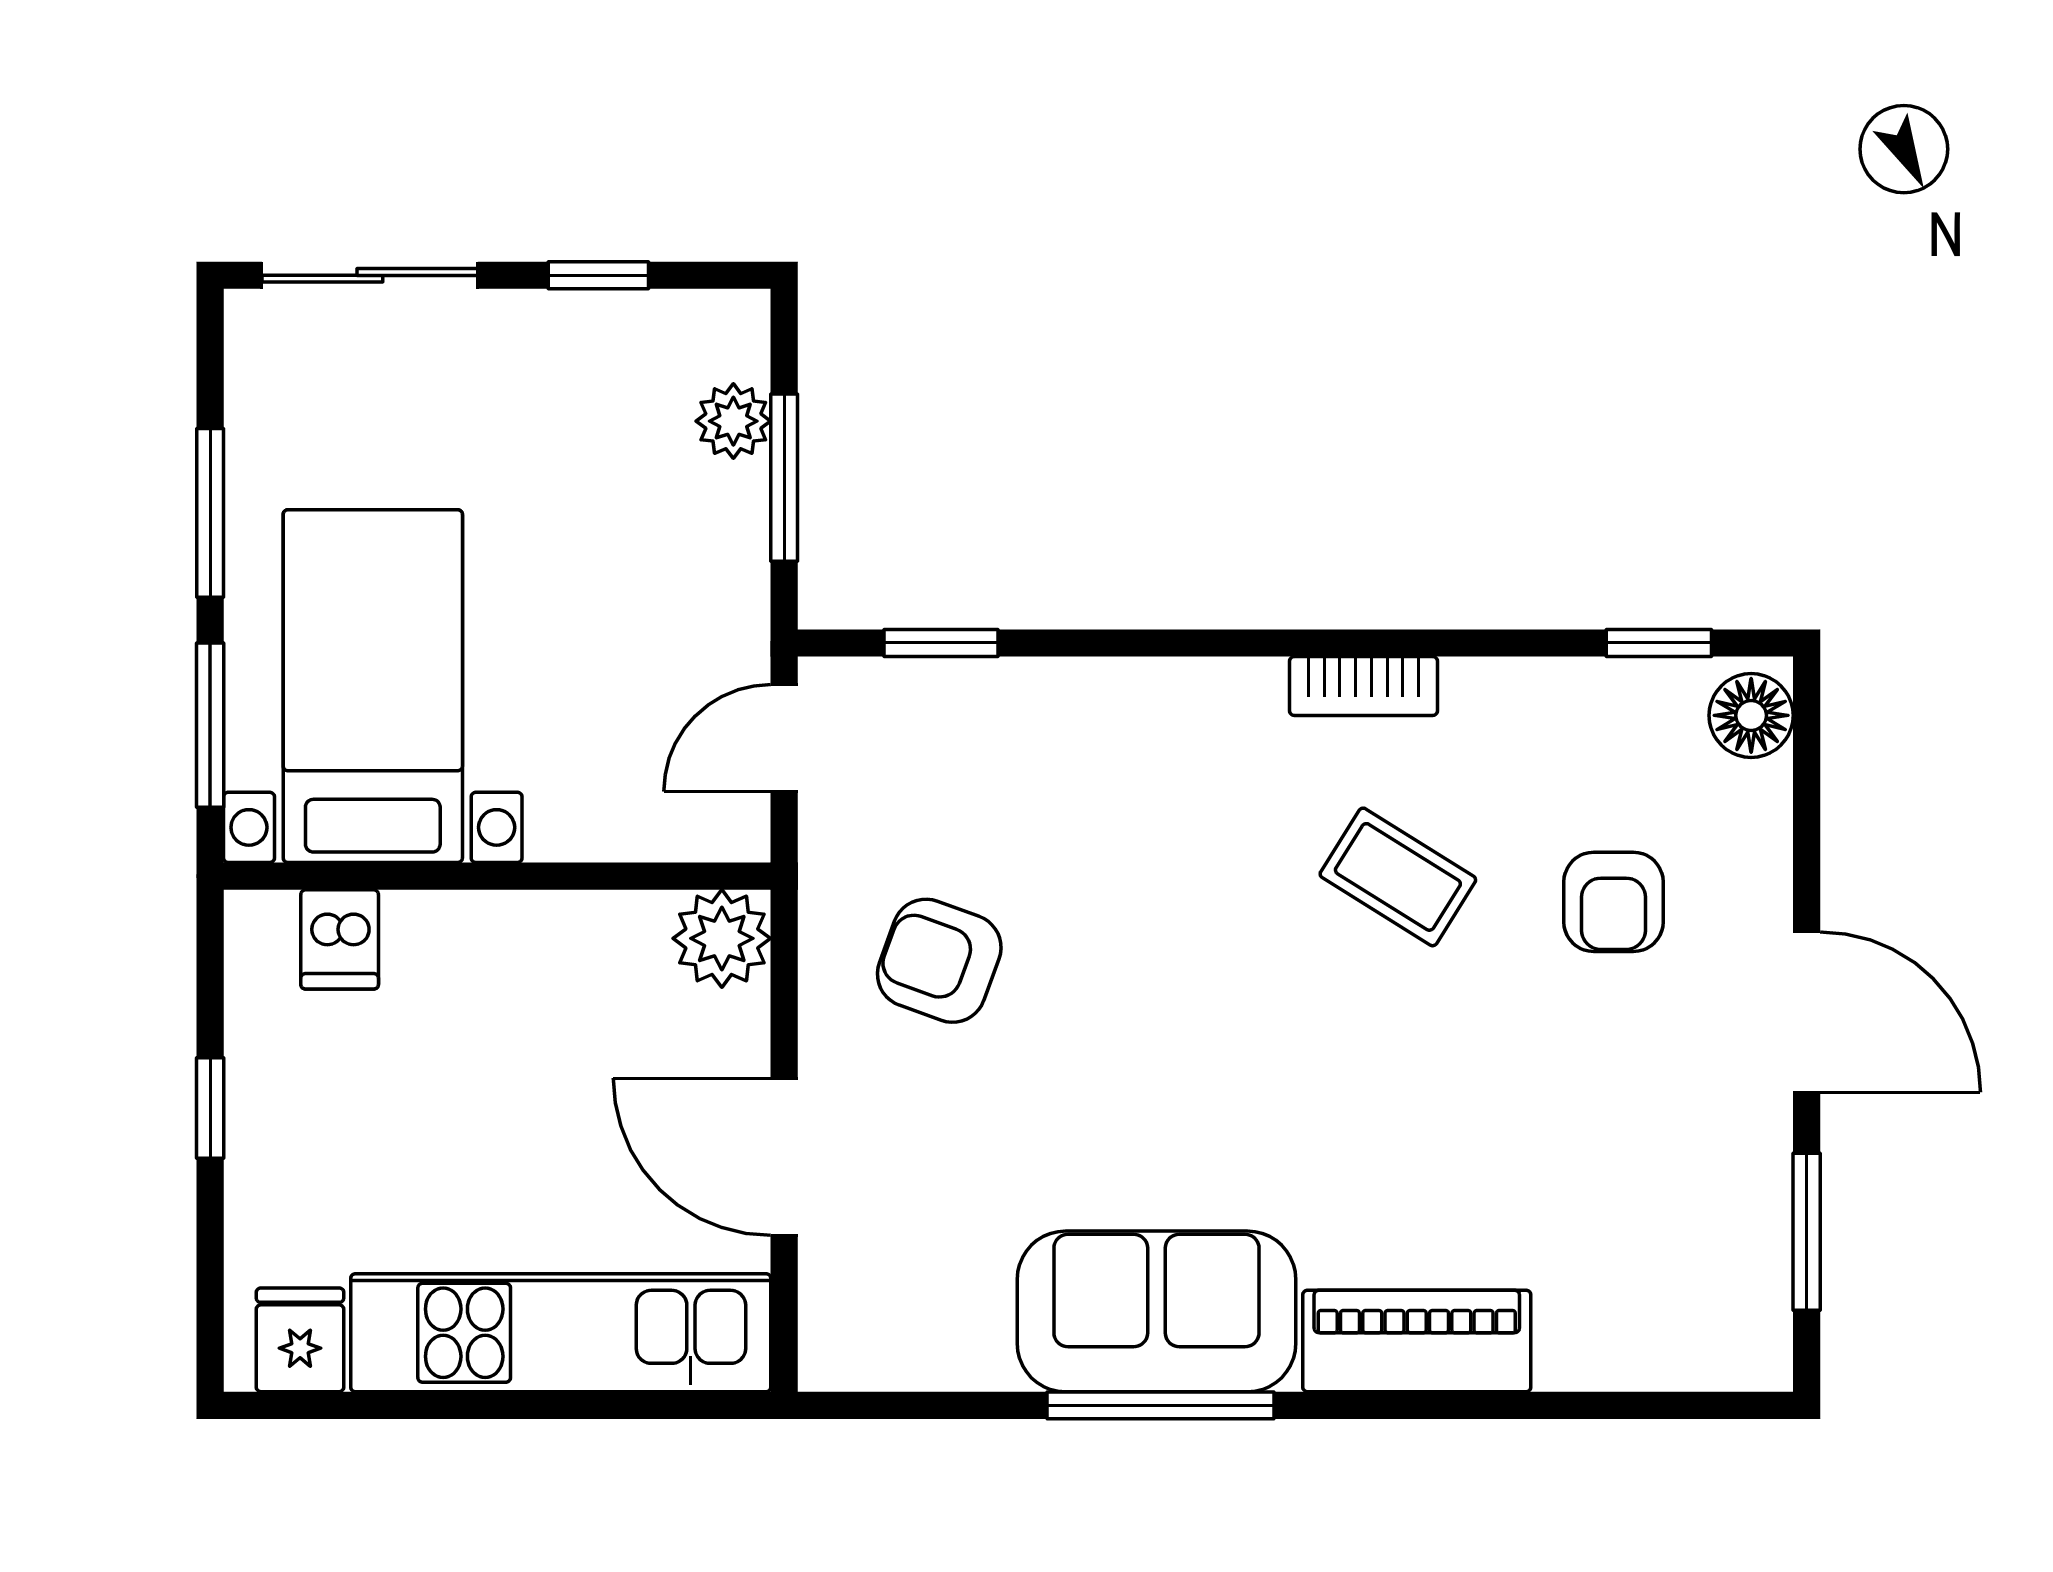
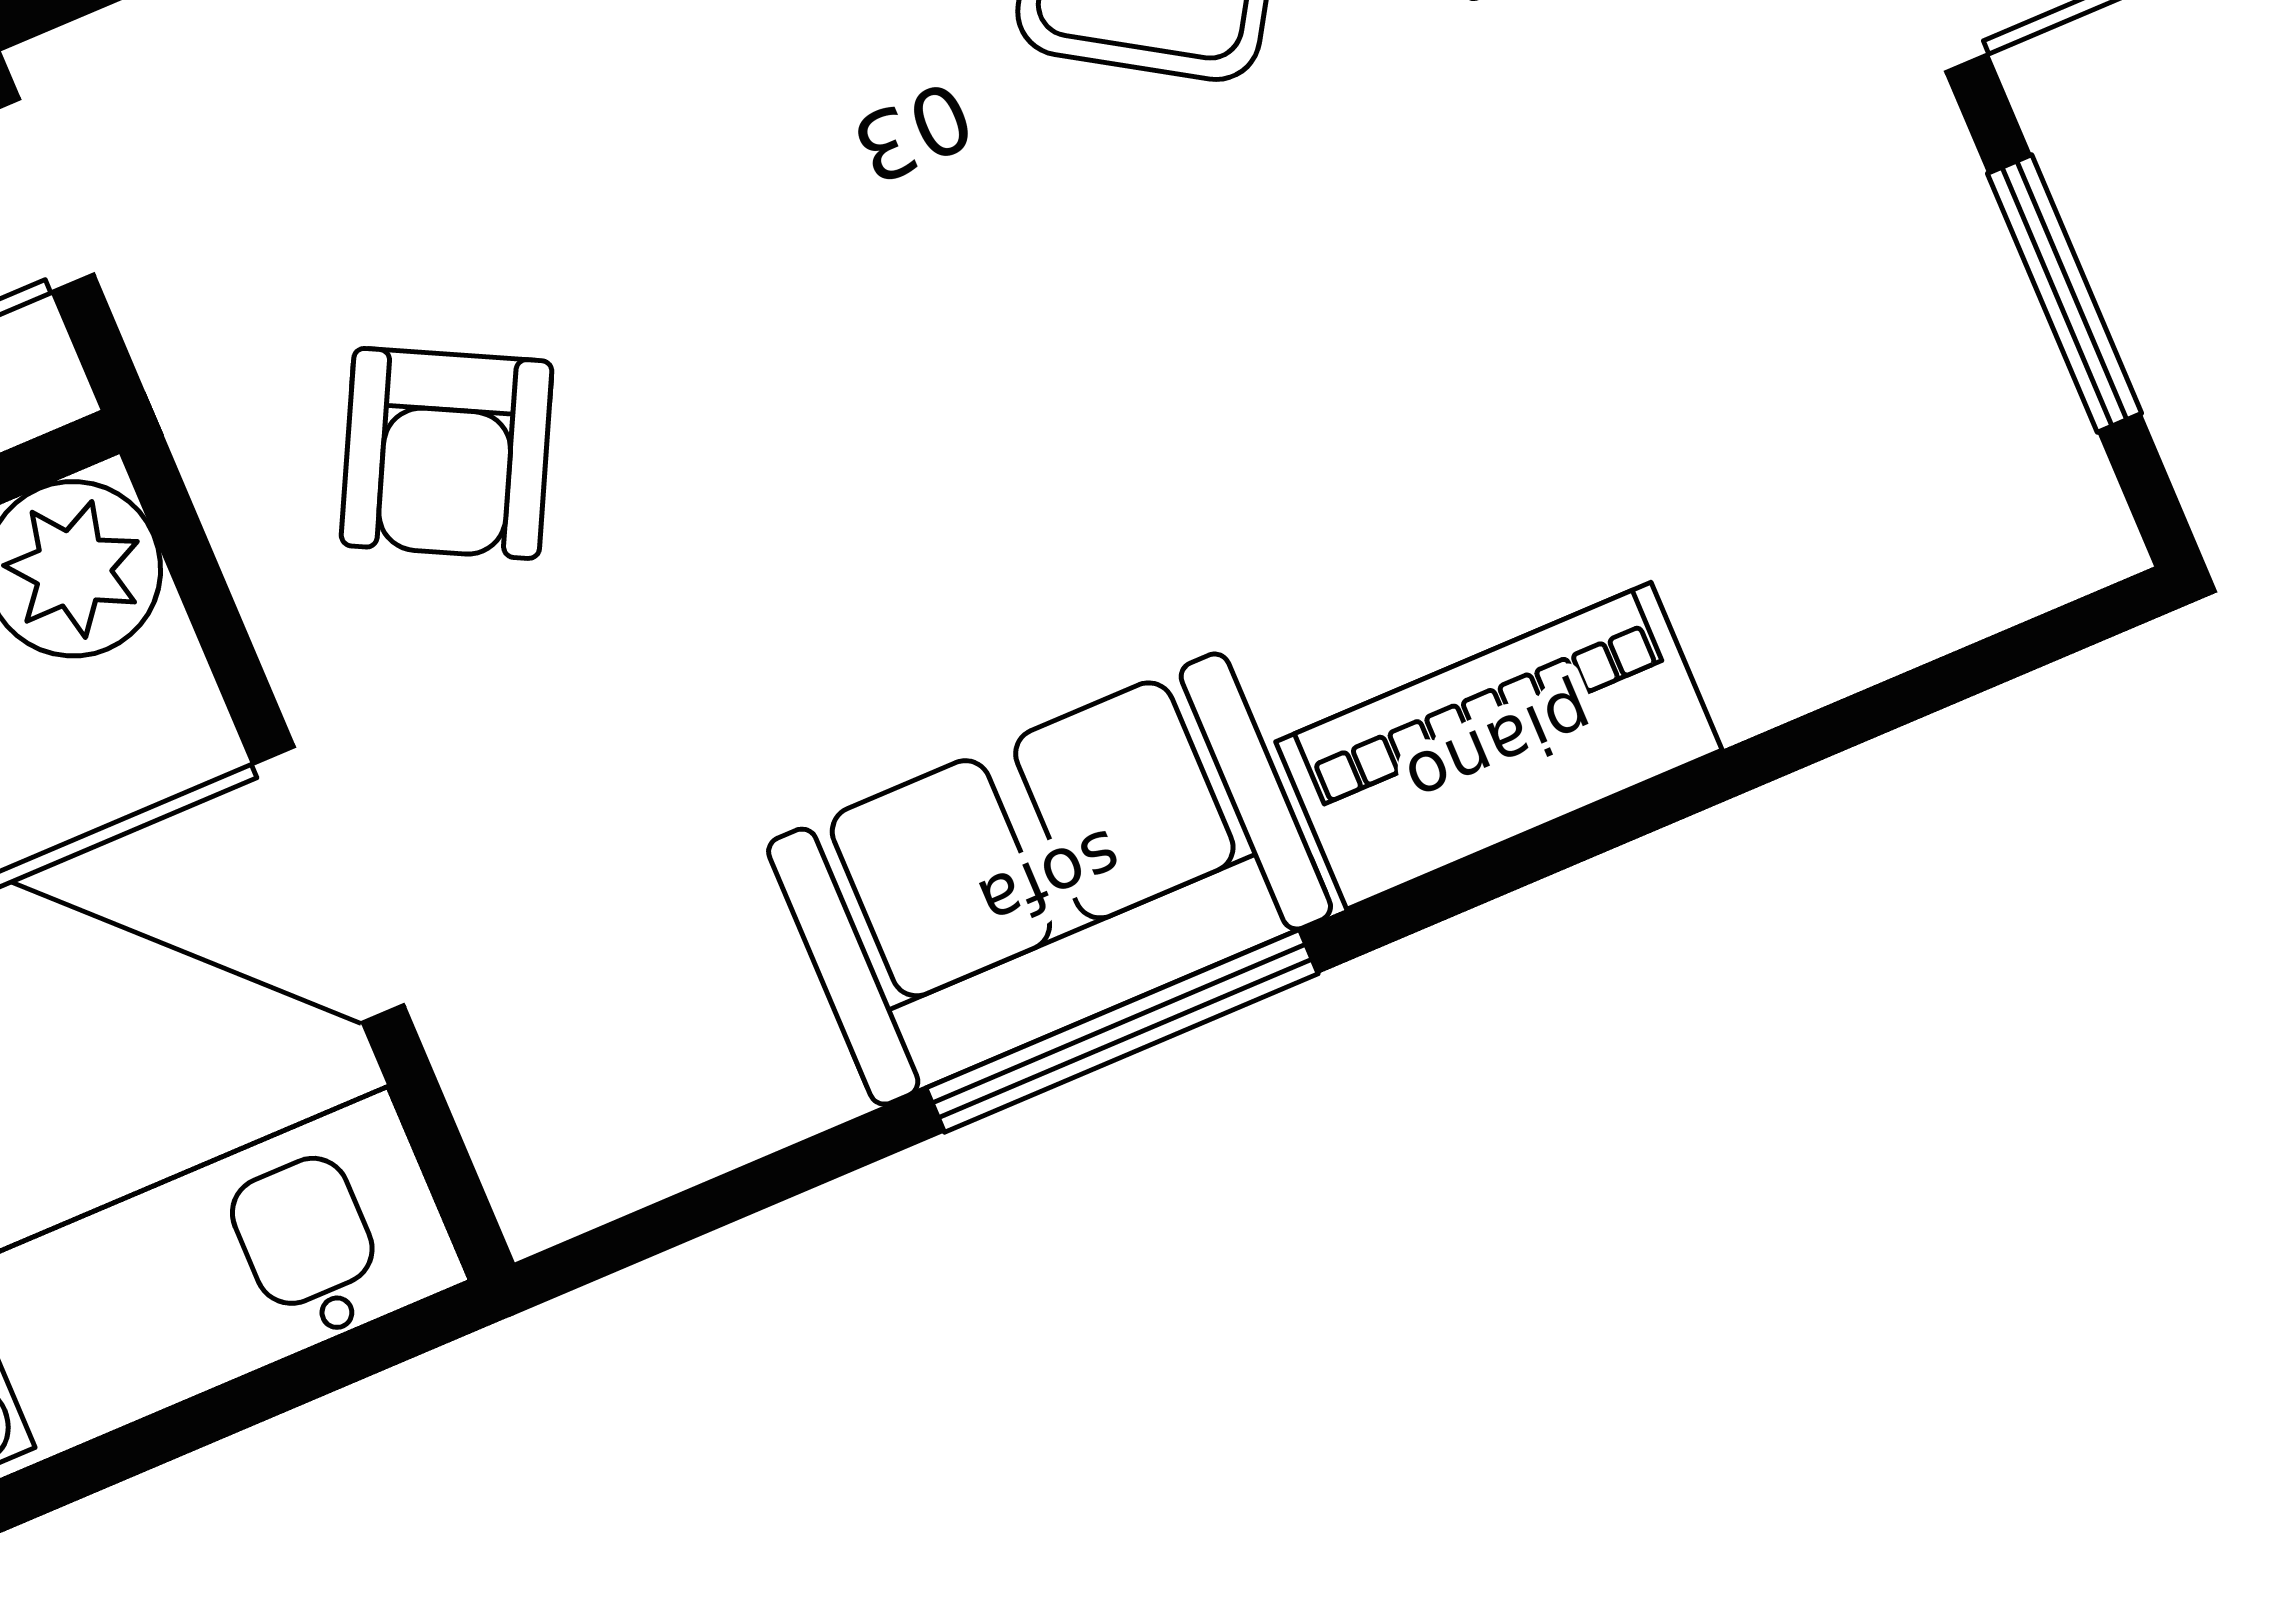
armchair: (939, 961) -> (447, 453), turned -83

